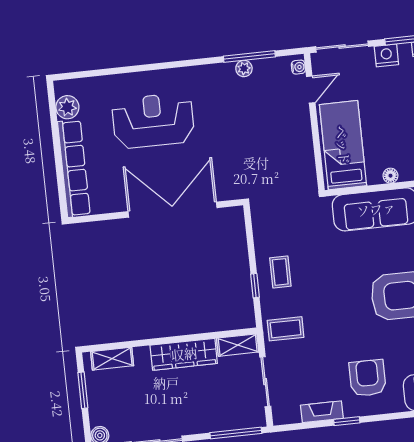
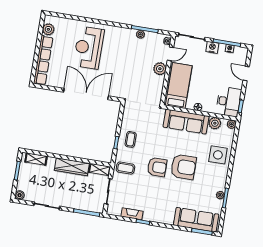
reception desk: (153, 121) -> (89, 48), turned -90
plant: (299, 123) -> (160, 69), added
armchair: (368, 378) -> (157, 167), moved, turned 90

